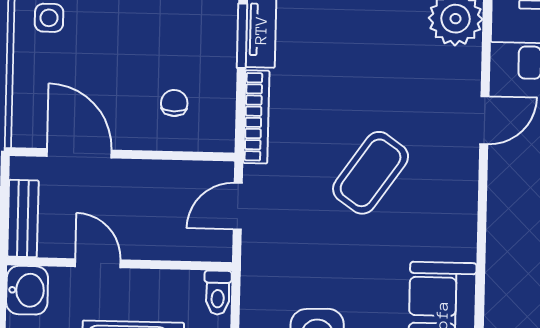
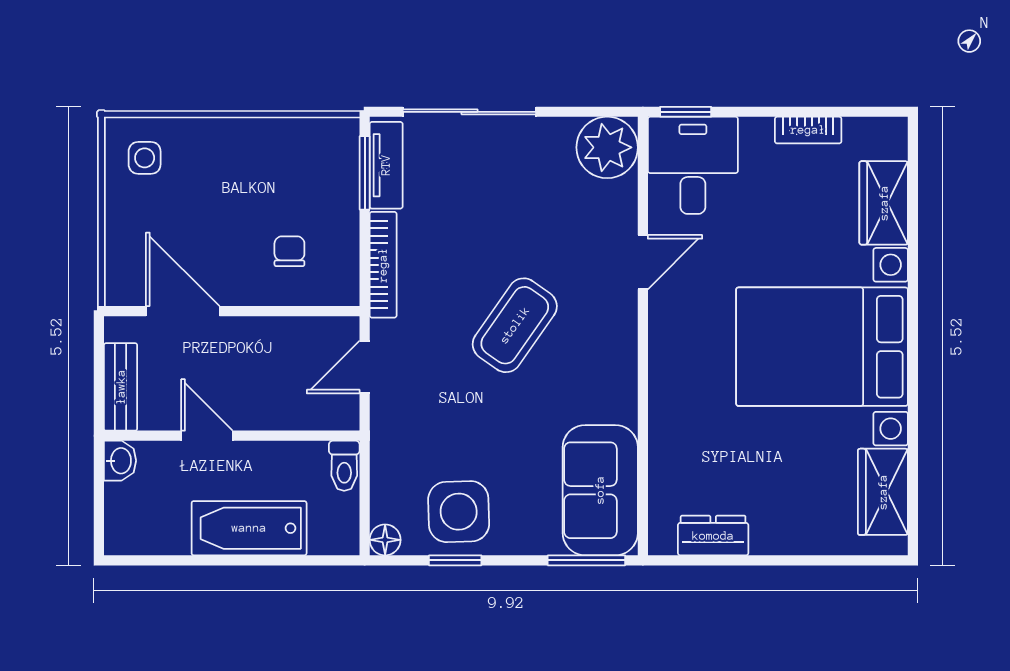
washbasin: (27, 290) -> (120, 461), width x0.72, depth x0.69

